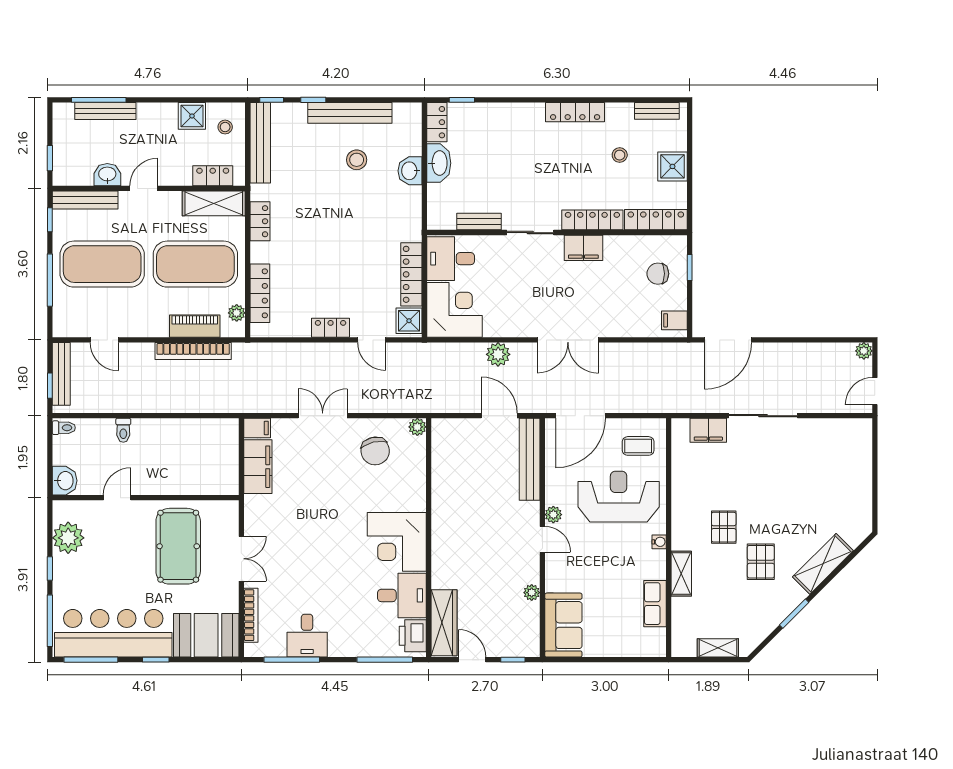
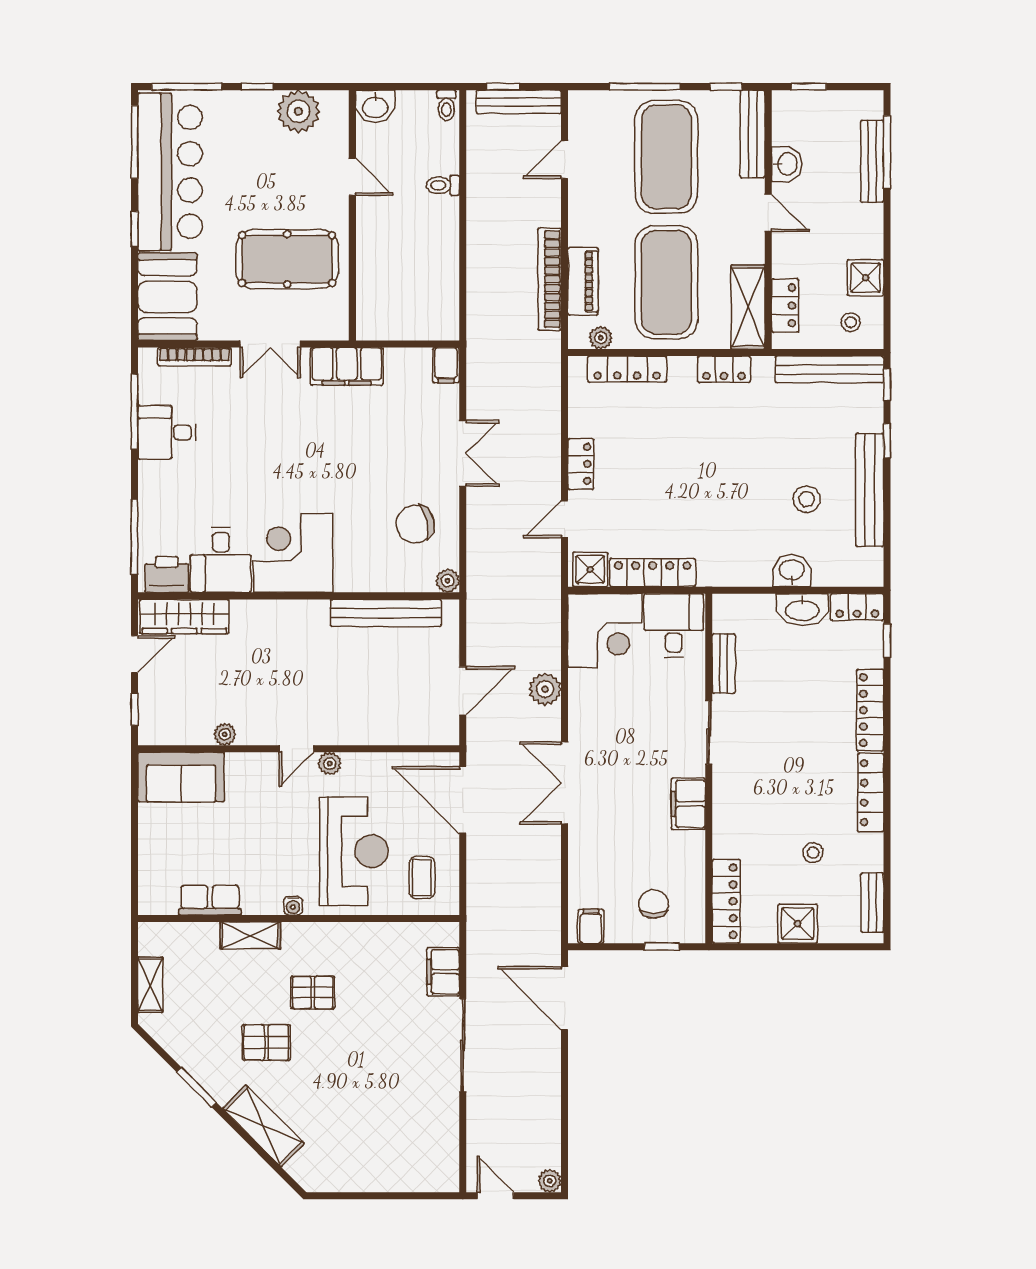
locker: (592, 220) -> (870, 710), moved, turned 180
bench: (530, 459) -> (386, 613), moved
filing cabinet: (258, 467) -> (347, 366), moved

